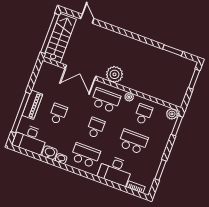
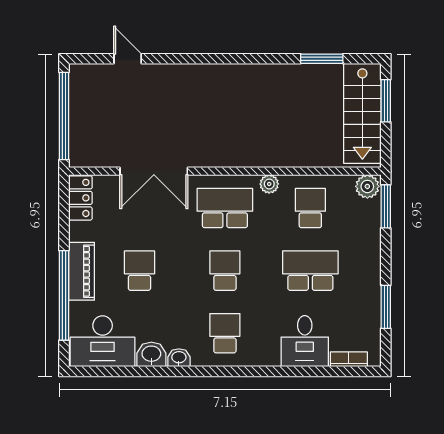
stairs: (60, 38) -> (362, 113), moved, turned 180
locker: (44, 72) -> (80, 198), added
plant: (114, 74) -> (223, 150), removed
school desk: (85, 155) -> (225, 333), width x0.54
desk: (115, 170) -> (305, 341), width x0.73

